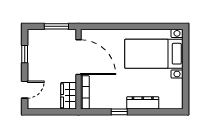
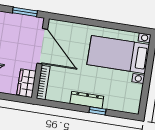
dresser: (143, 103) -> (87, 100), moved
window: (119, 112) -> (97, 111), moved

